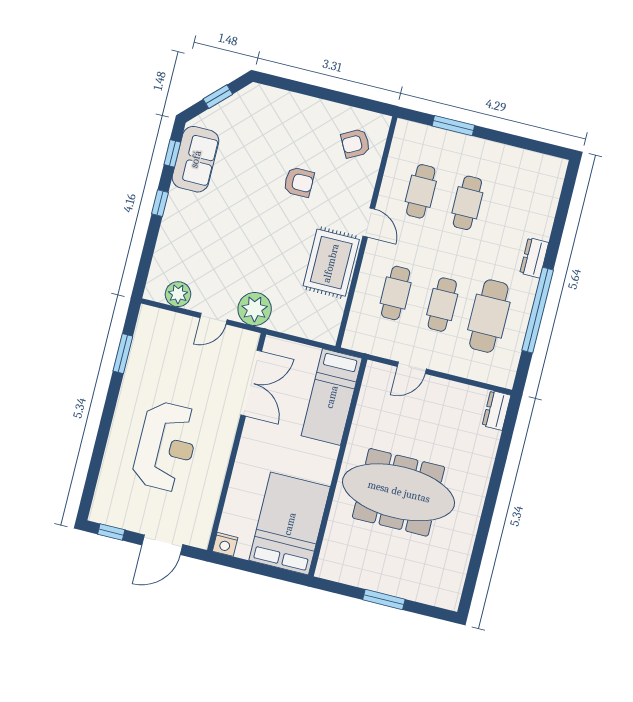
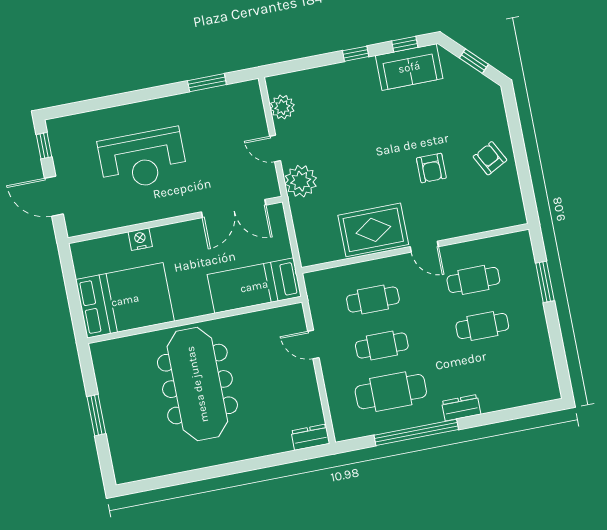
armchair: (356, 143) -> (490, 158), moved
door: (369, 222) -> (424, 247), hinge flipped
nightstand: (225, 544) -> (140, 239), moved, turned 90

